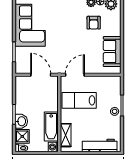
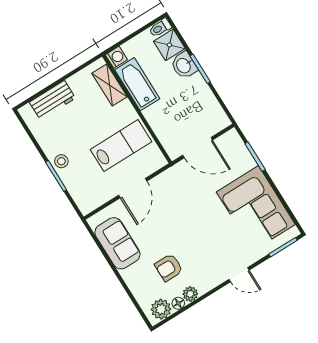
armchair: (94, 23) -> (169, 267), turned -90
door: (75, 75) -> (133, 188), moved
workbench: (100, 145) -> (52, 100), width x0.73

